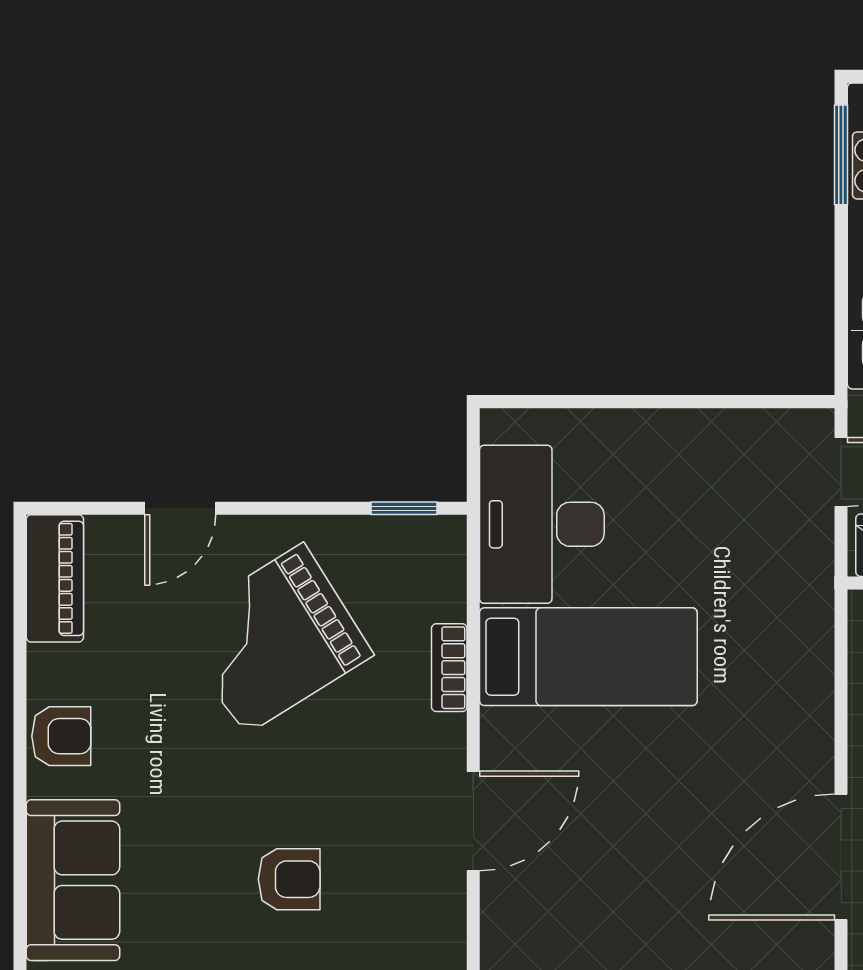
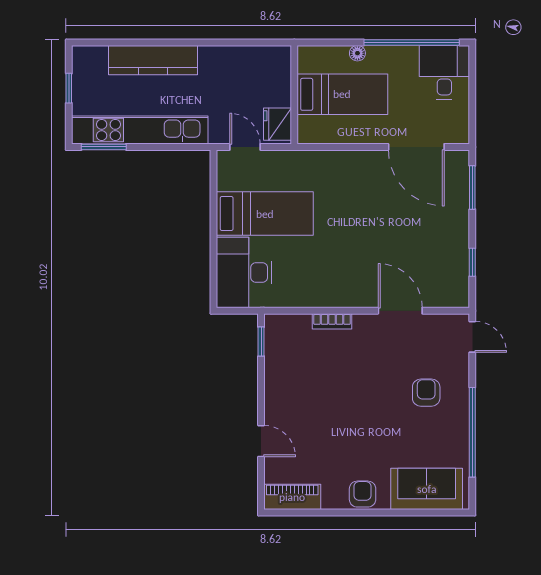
desk: (542, 524) -> (244, 272), moved, turned 90
grand piano: (274, 639) -> (319, 400), removed
bed: (588, 657) -> (265, 214), moved, turned 90

